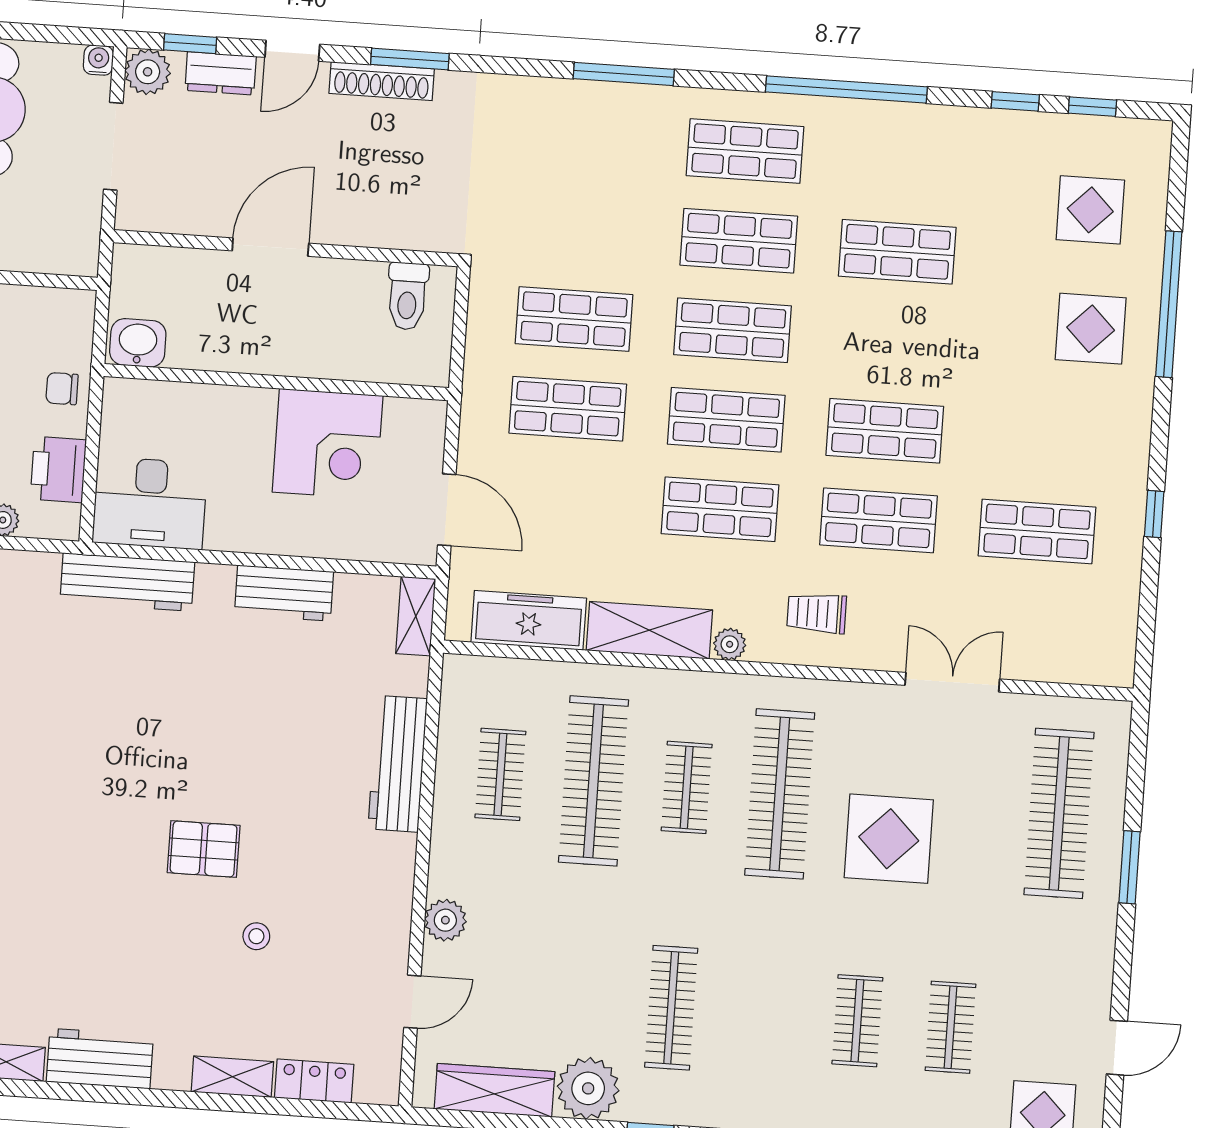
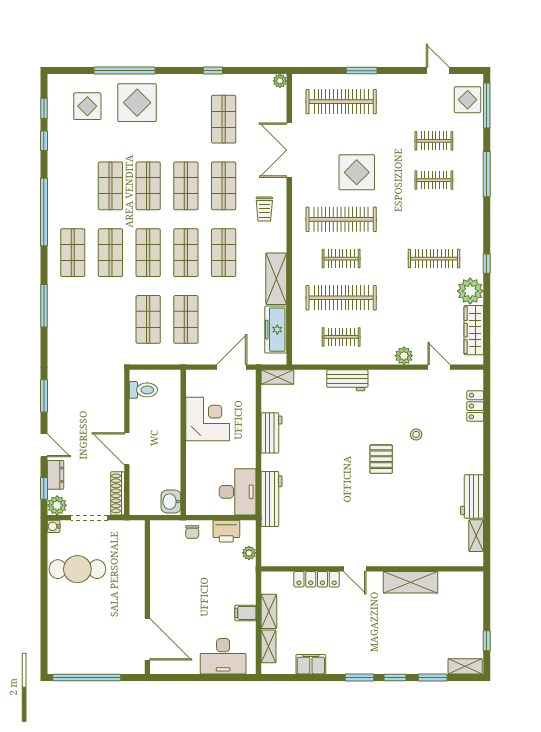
shoe rack: (382, 81) -> (118, 493), moved, turned 180
display table: (1091, 329) -> (137, 103), width x1.36, depth x1.36
shop shelf: (891, 341) -> (148, 186), added
plant: (730, 644) -> (280, 81), moved
double door: (952, 682) -> (289, 150), width x1.37
workbench: (398, 764) -> (347, 380), width x0.73
shelving: (232, 1077) -> (476, 440), removed

